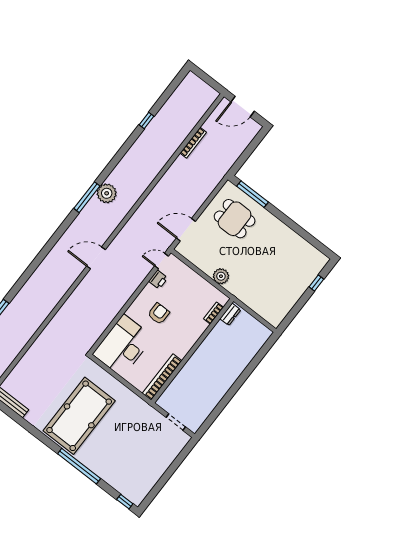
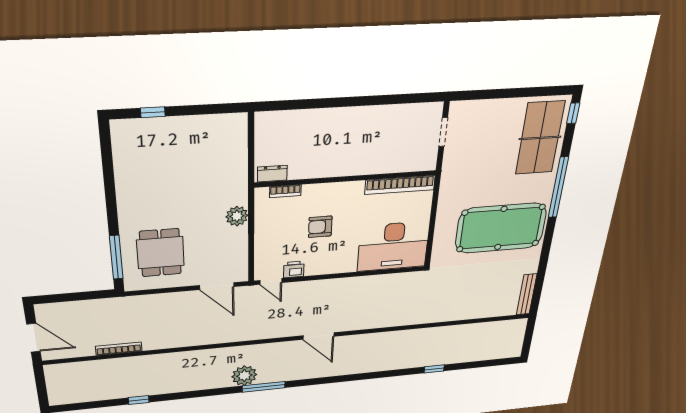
armchair: (159, 314) -> (320, 227), moved
table tennis table: (124, 474) -> (540, 138), added

